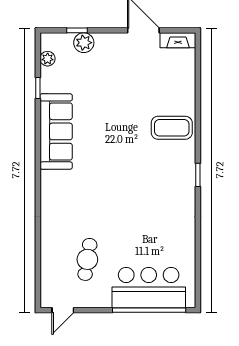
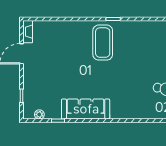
plant: (84, 43) -> (29, 91), removed
coffee table: (172, 128) -> (103, 43), moved, width x1.36, depth x1.32

